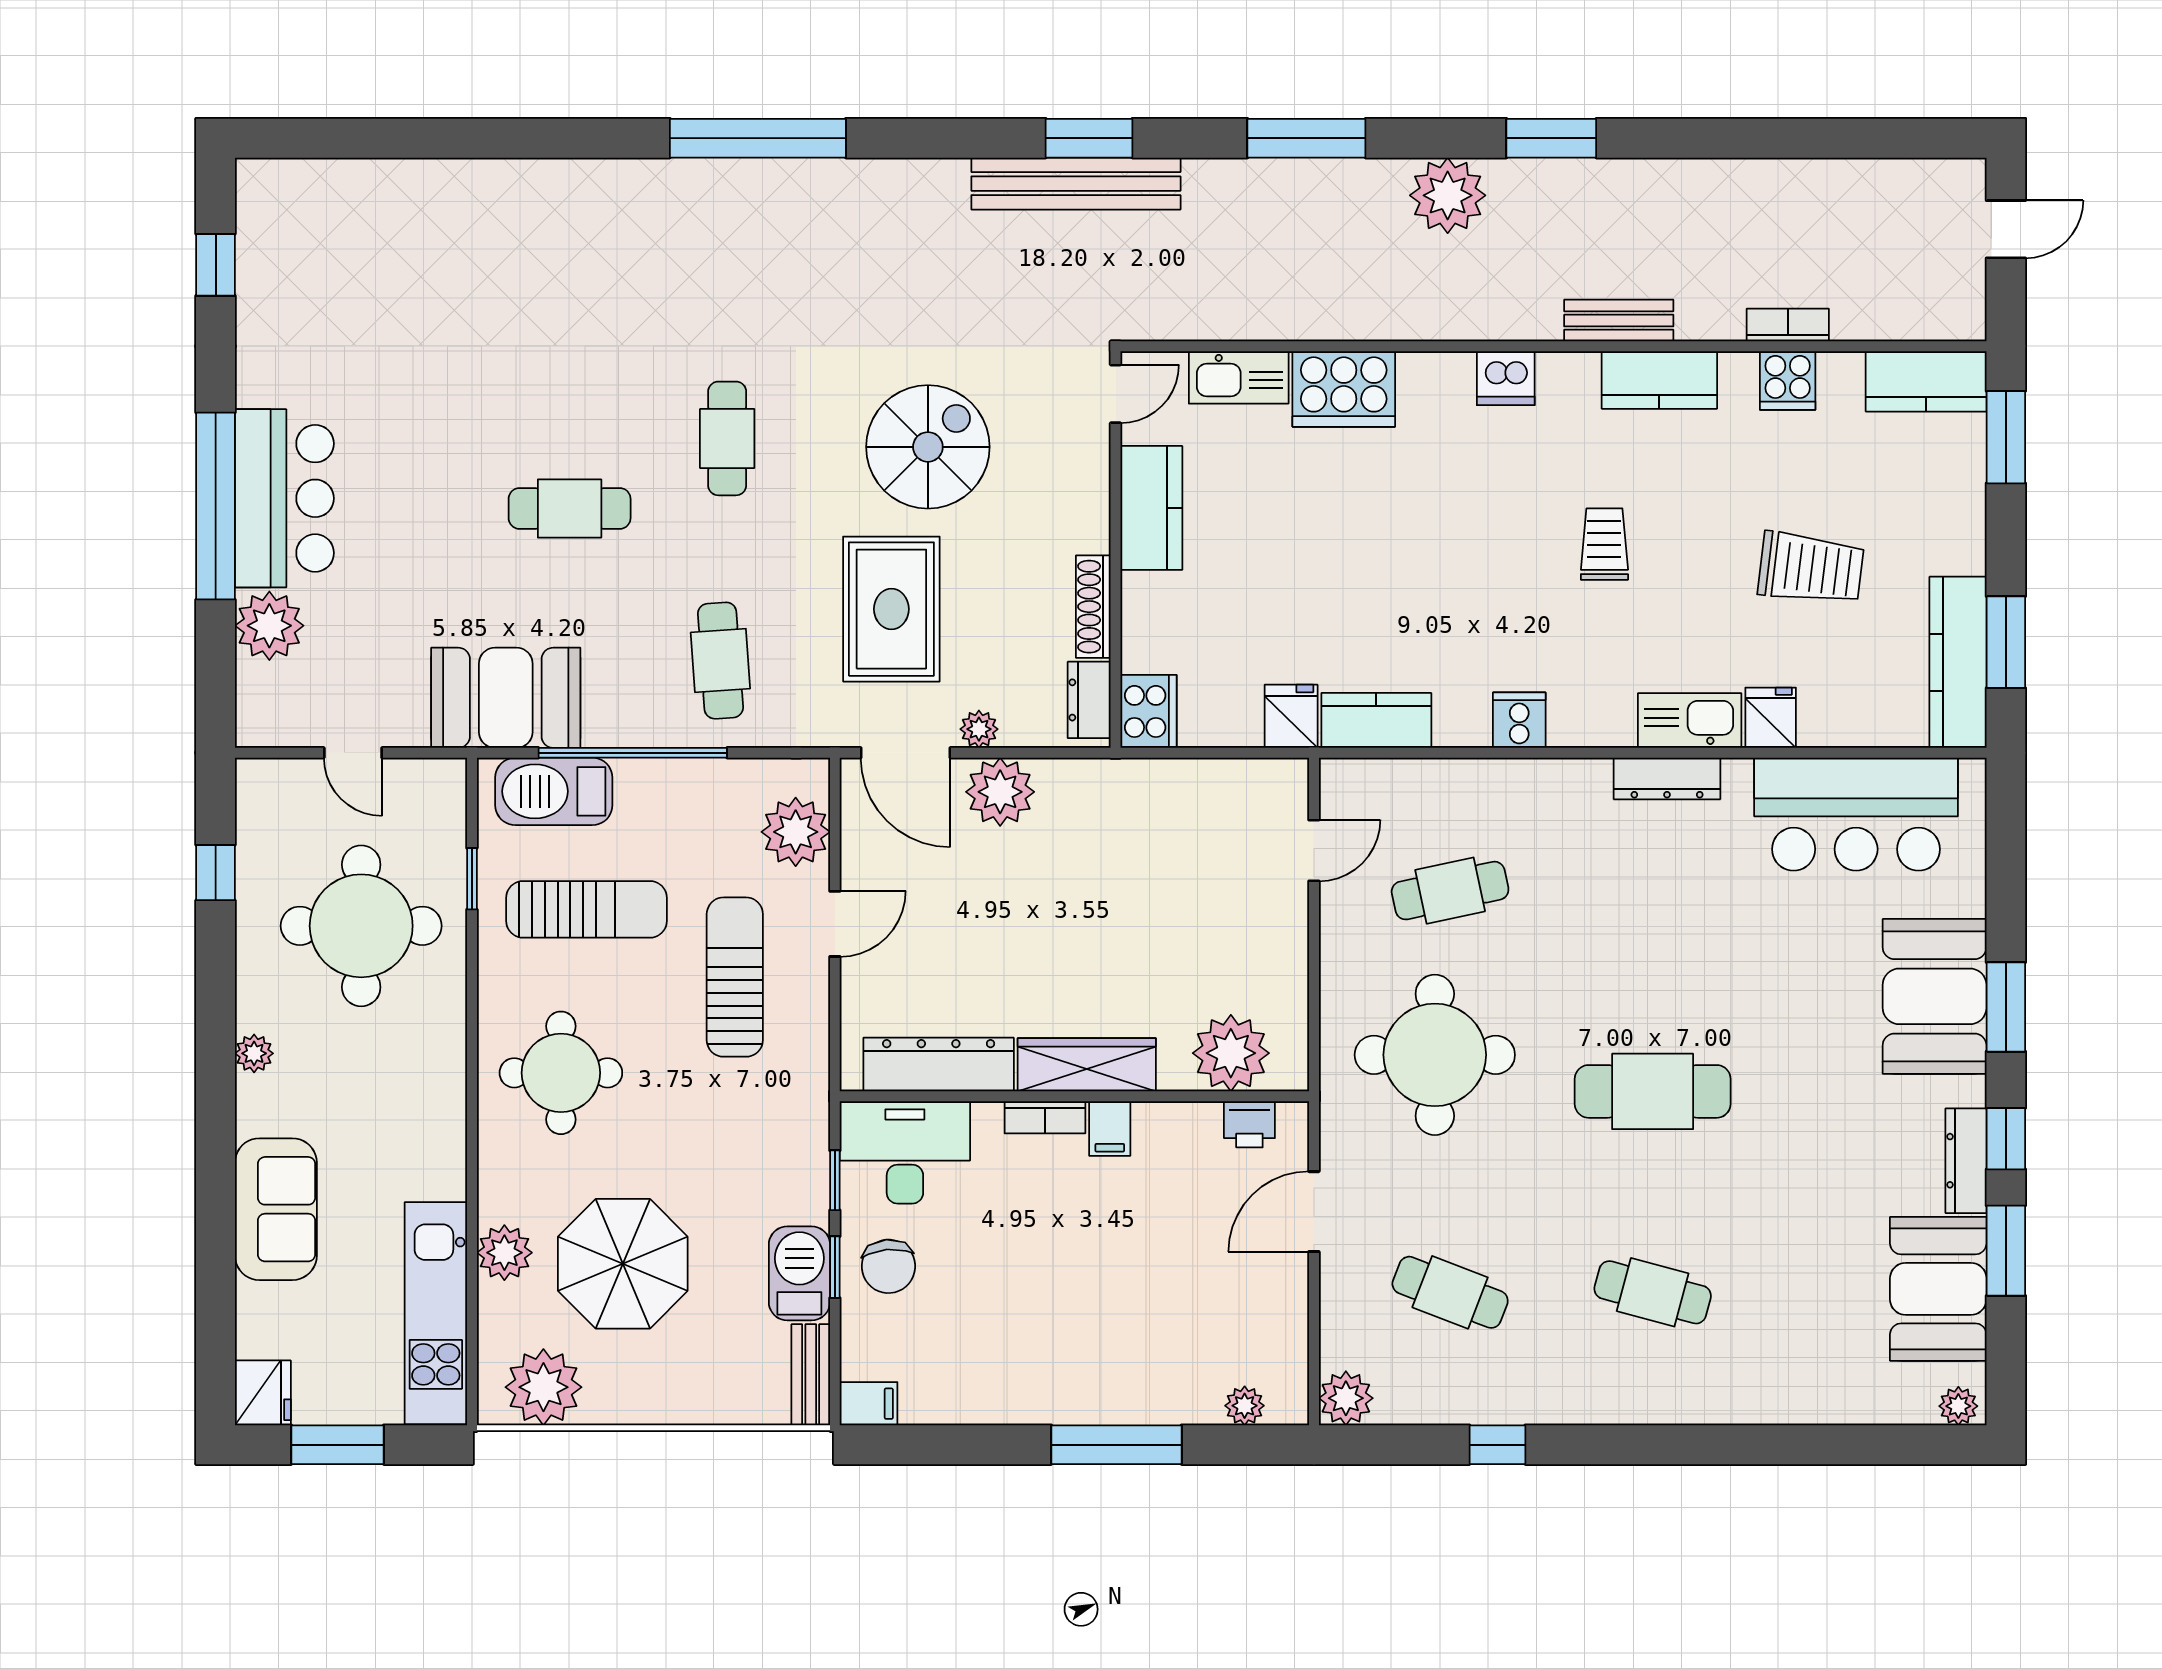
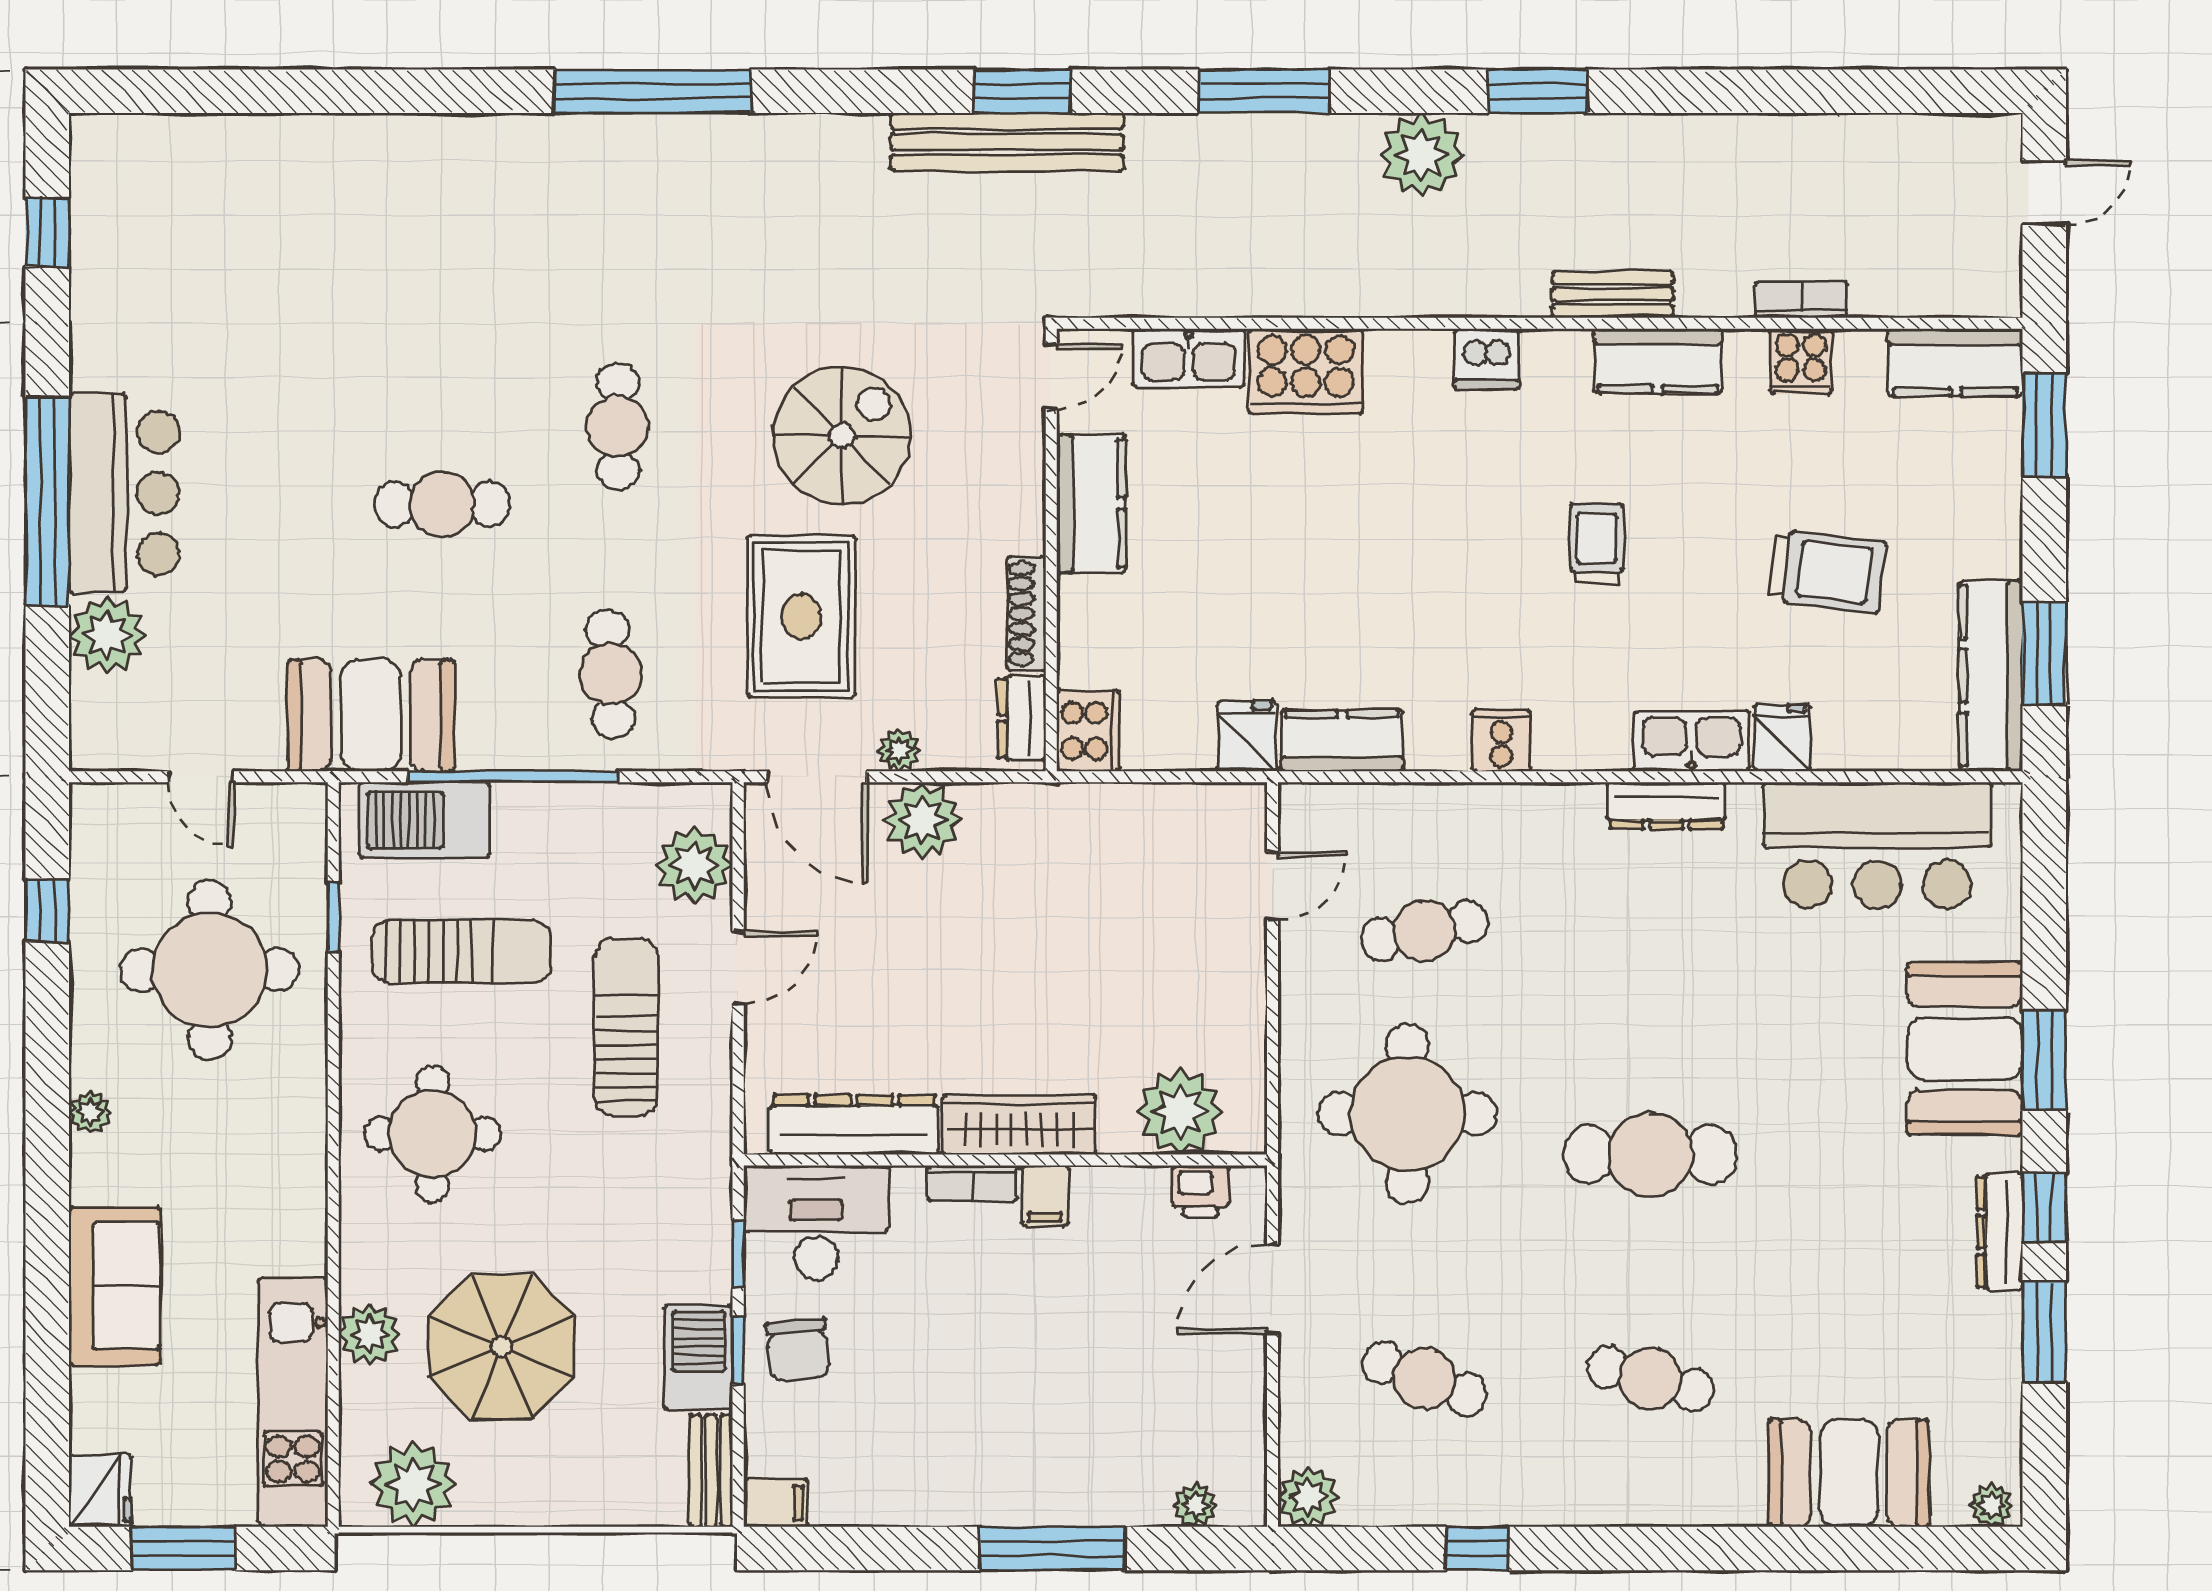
booth: (1938, 1289) -> (1849, 1473), moved, turned 90

